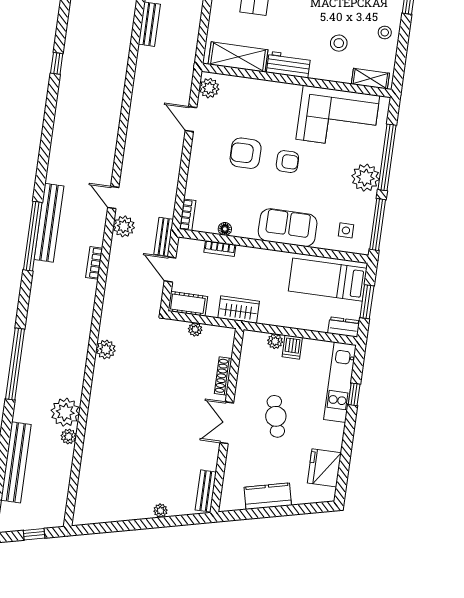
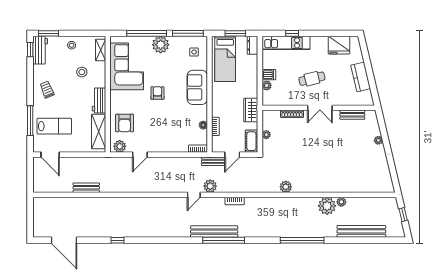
armchair: (246, 153) -> (125, 123), moved
bench: (206, 491) -> (352, 115), moved

